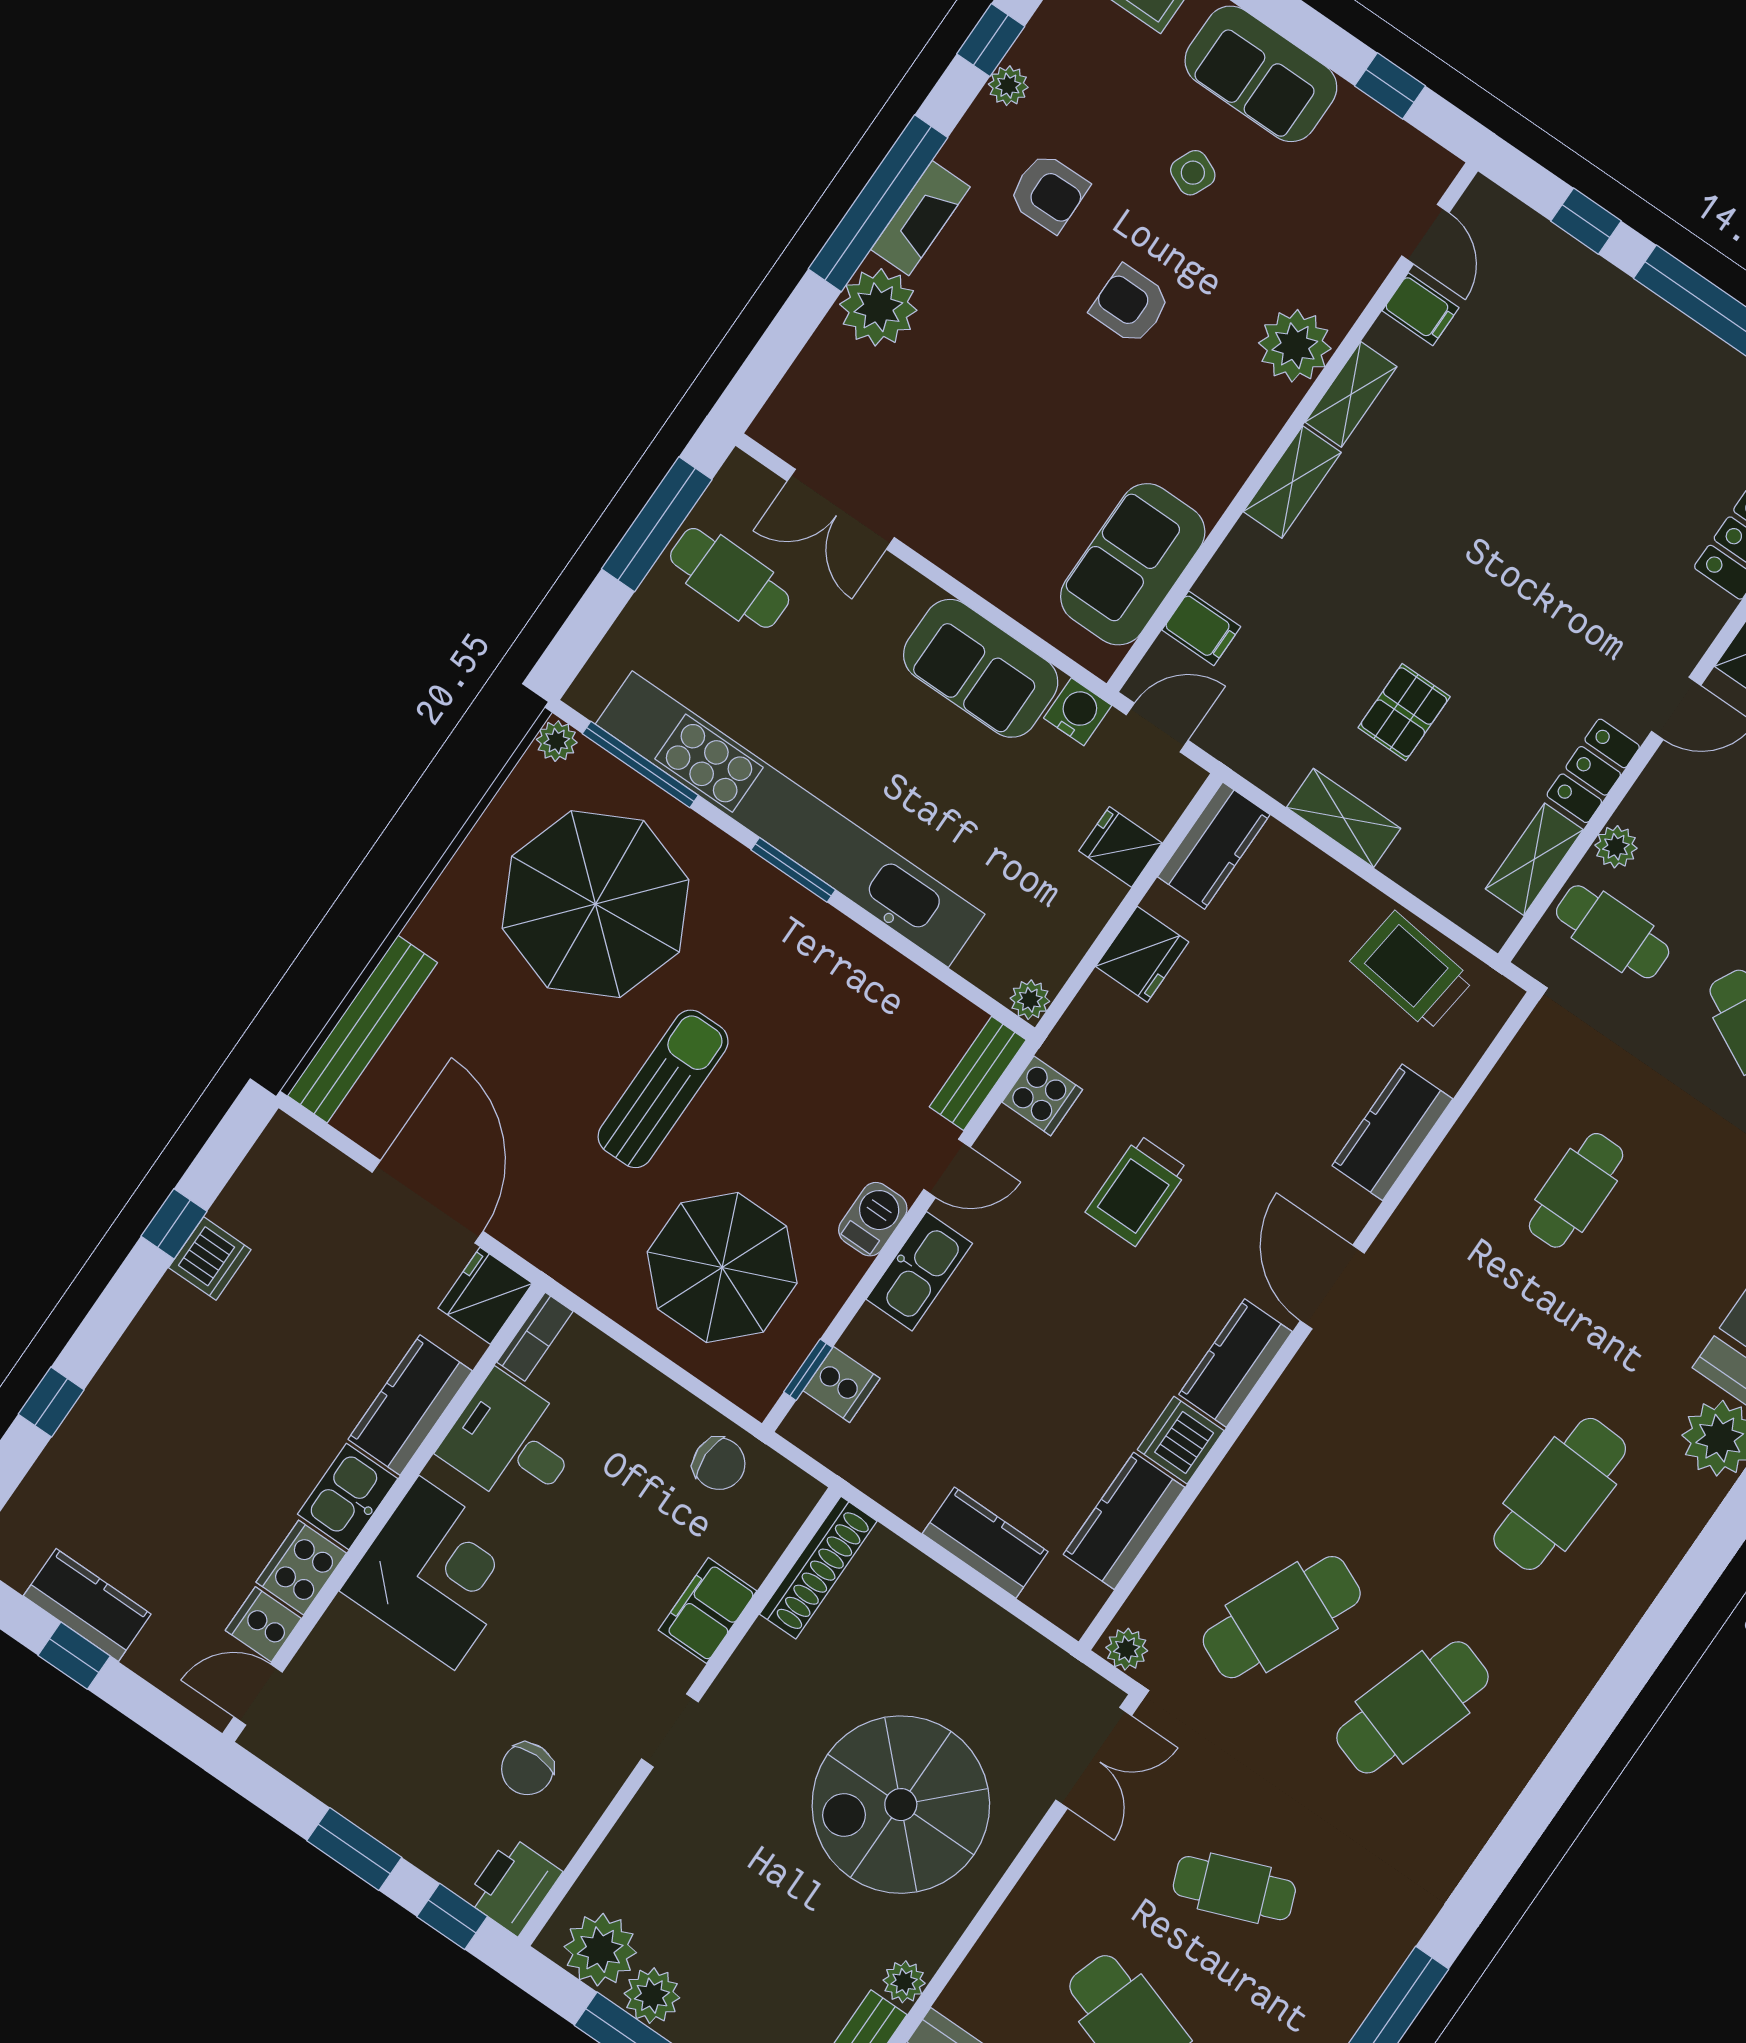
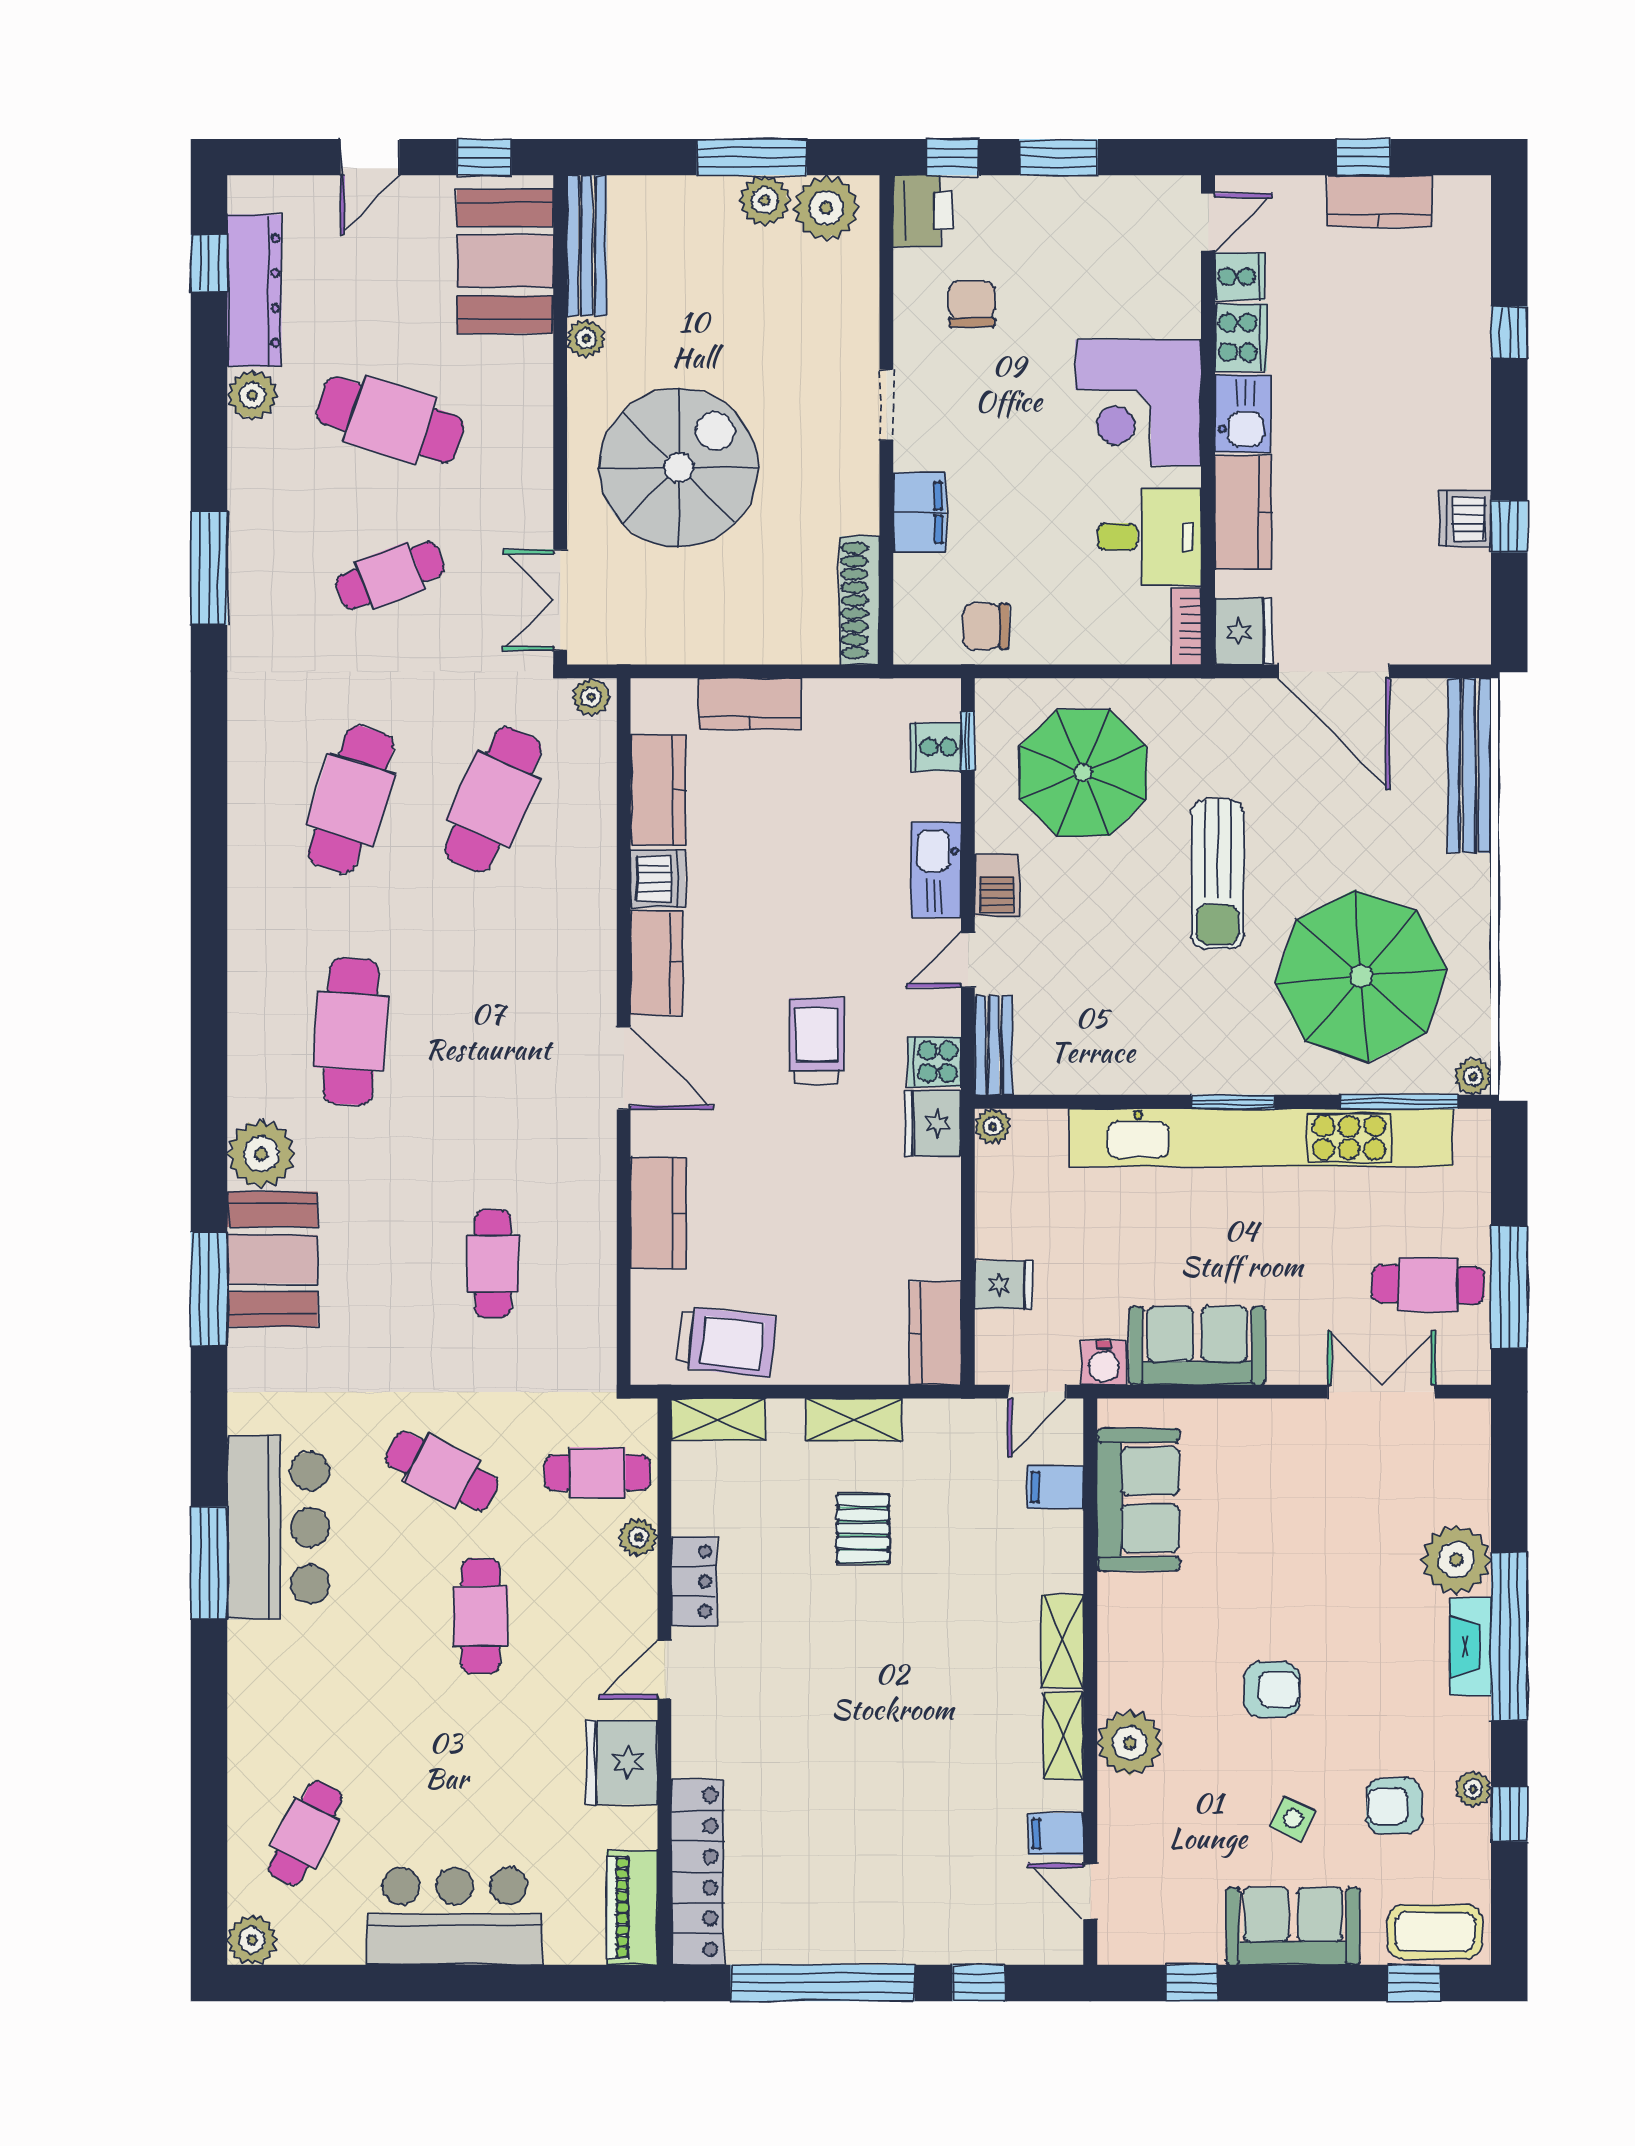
armchair: (1049, 192) -> (1394, 1806), moved
shelving: (1534, 859) -> (718, 1420), moved, turned 90
fridge: (1142, 954) -> (933, 1123), moved

